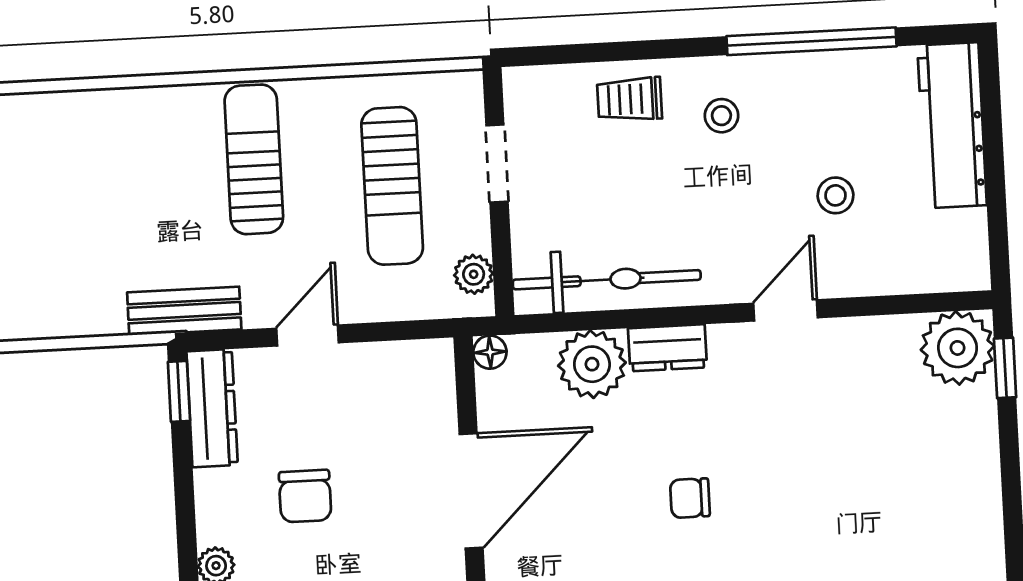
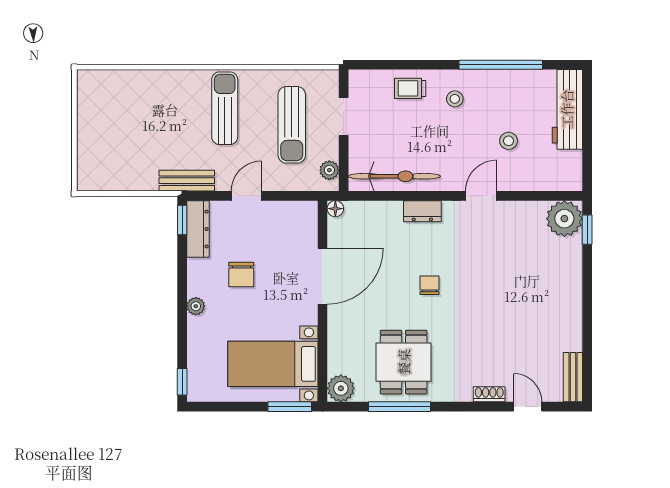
plant: (592, 364) -> (385, 217), removed
chair: (690, 498) -> (430, 285), turned 90

